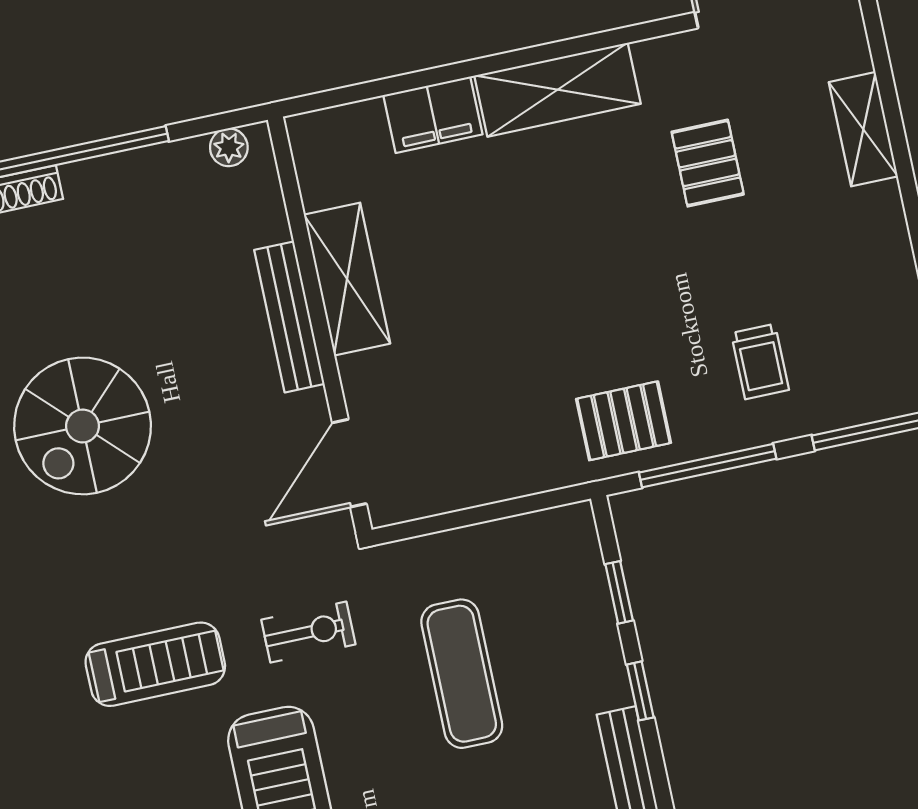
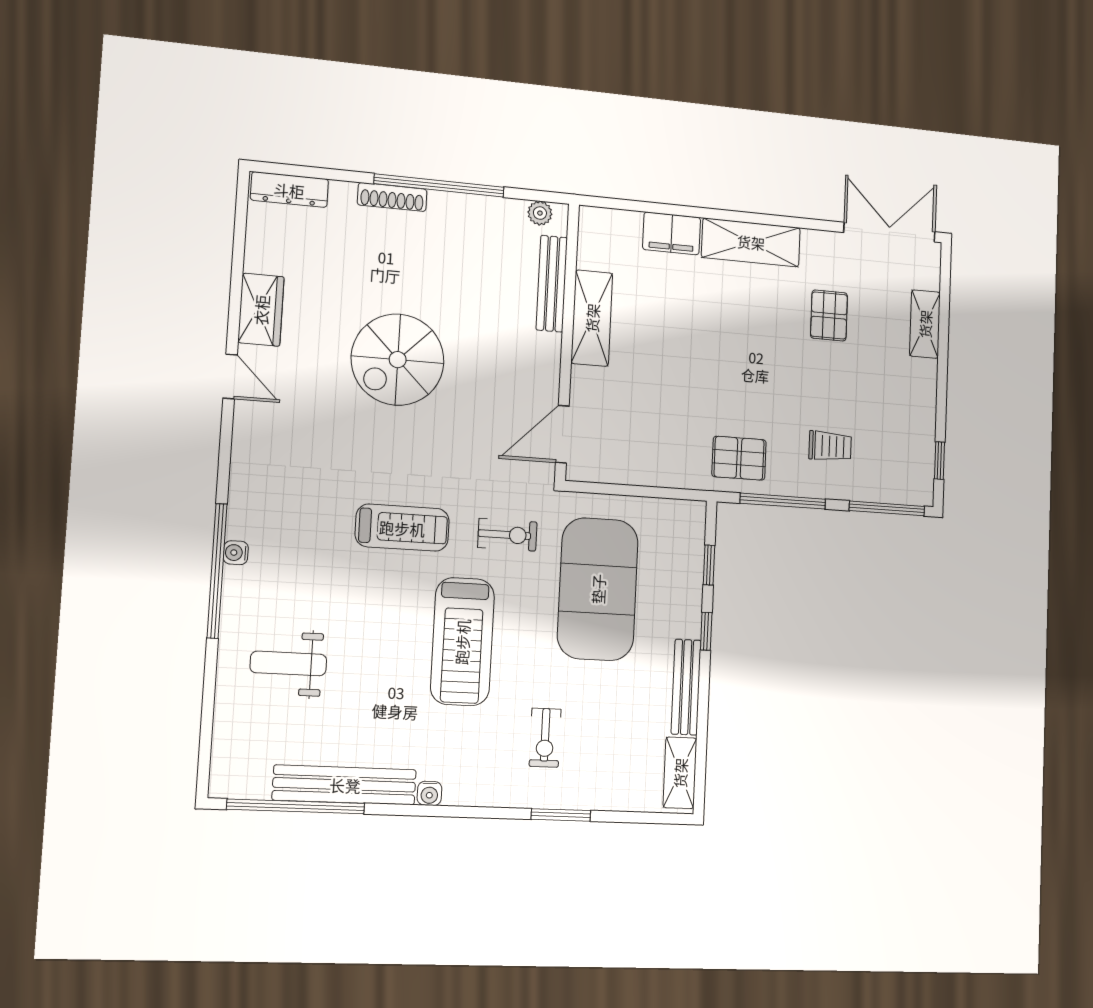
bench: (289, 317) -> (552, 284), moved
trolley: (760, 362) -> (830, 446), turned -90
exercise mat: (462, 674) -> (598, 589), width x2.00, depth x1.45

